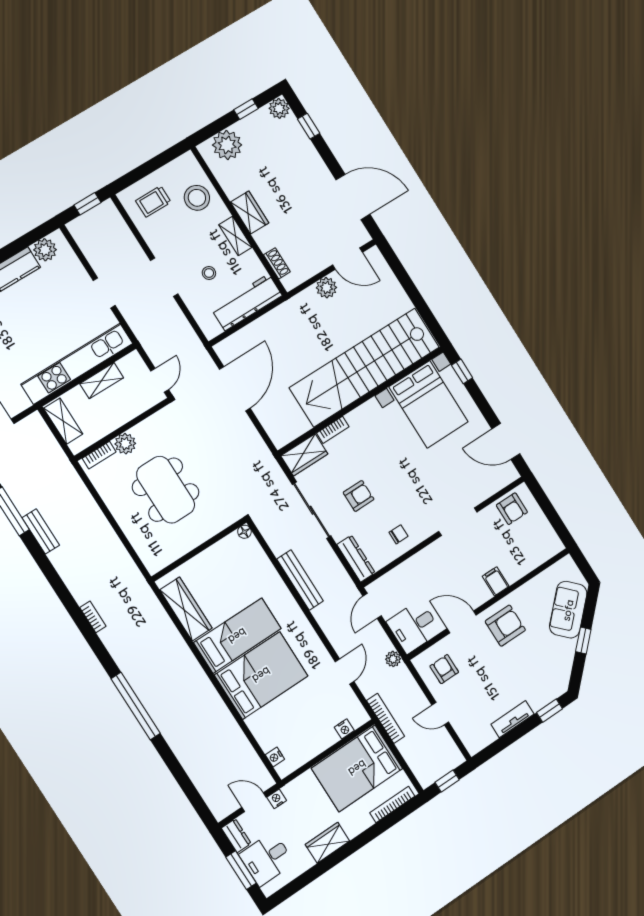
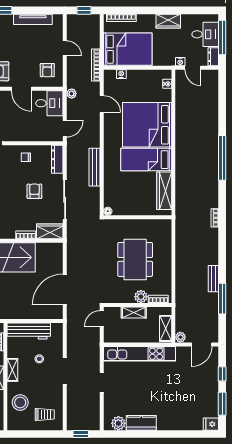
shelving: (102, 381) -> (134, 312), moved
plant: (35, 422) -> (180, 337), added
armchair: (359, 496) -> (34, 191), turned 90
door: (345, 671) -> (102, 104), swing flipped
bed: (261, 675) -> (147, 125), width x1.36
tv unit: (512, 719) -> (33, 19), width x1.41
window: (241, 870) -> (222, 38), width x1.44

